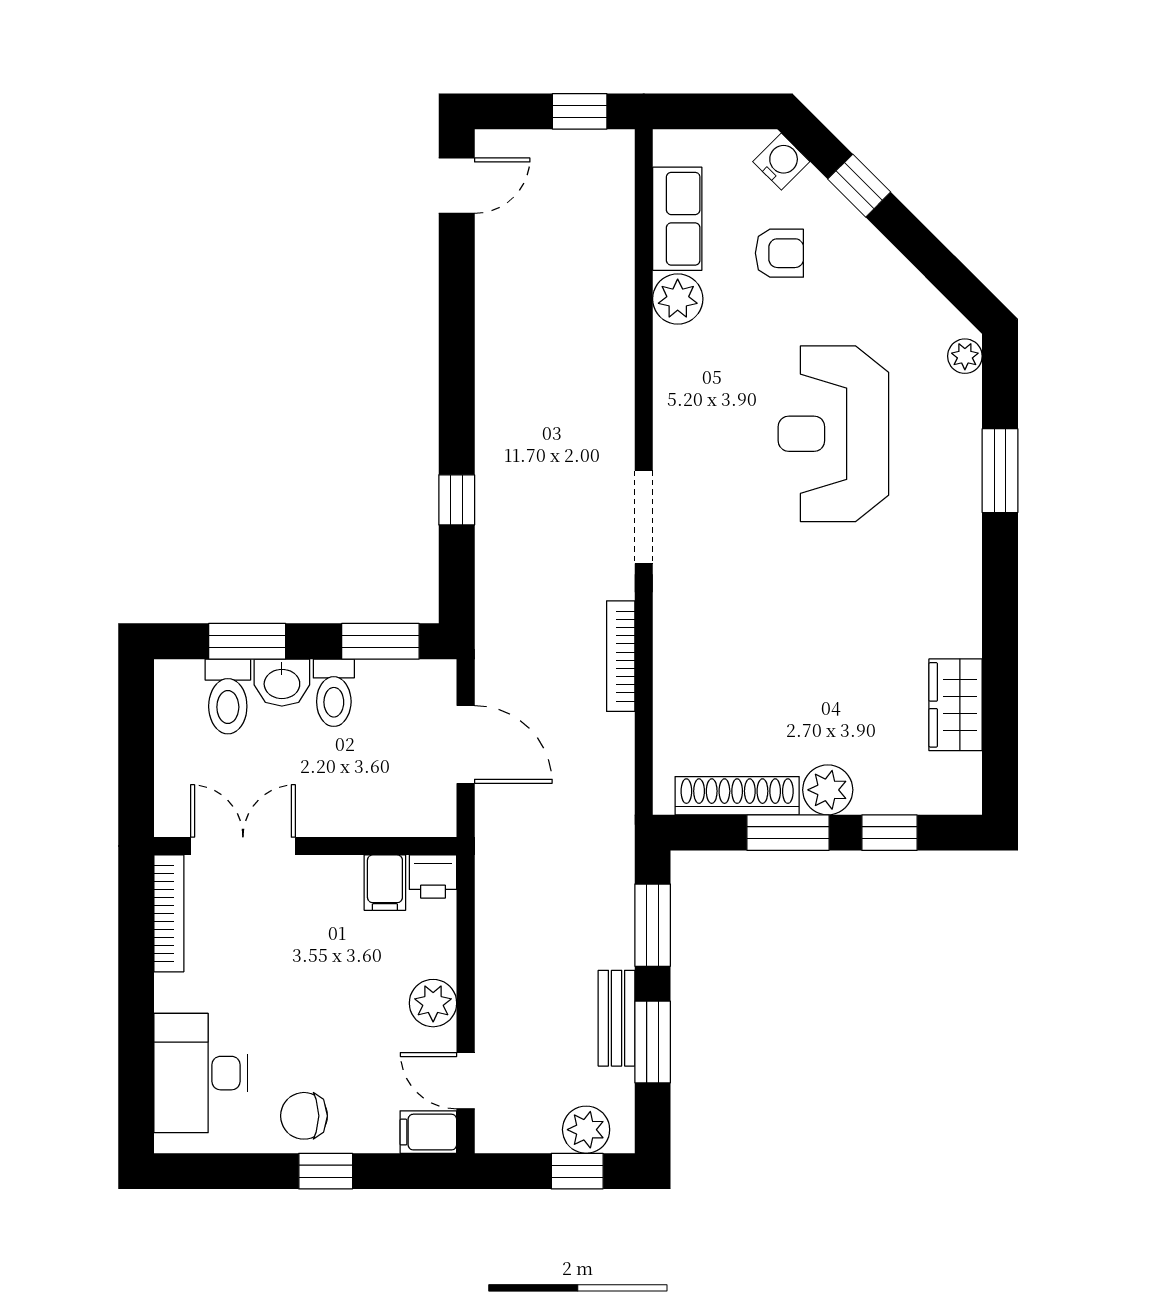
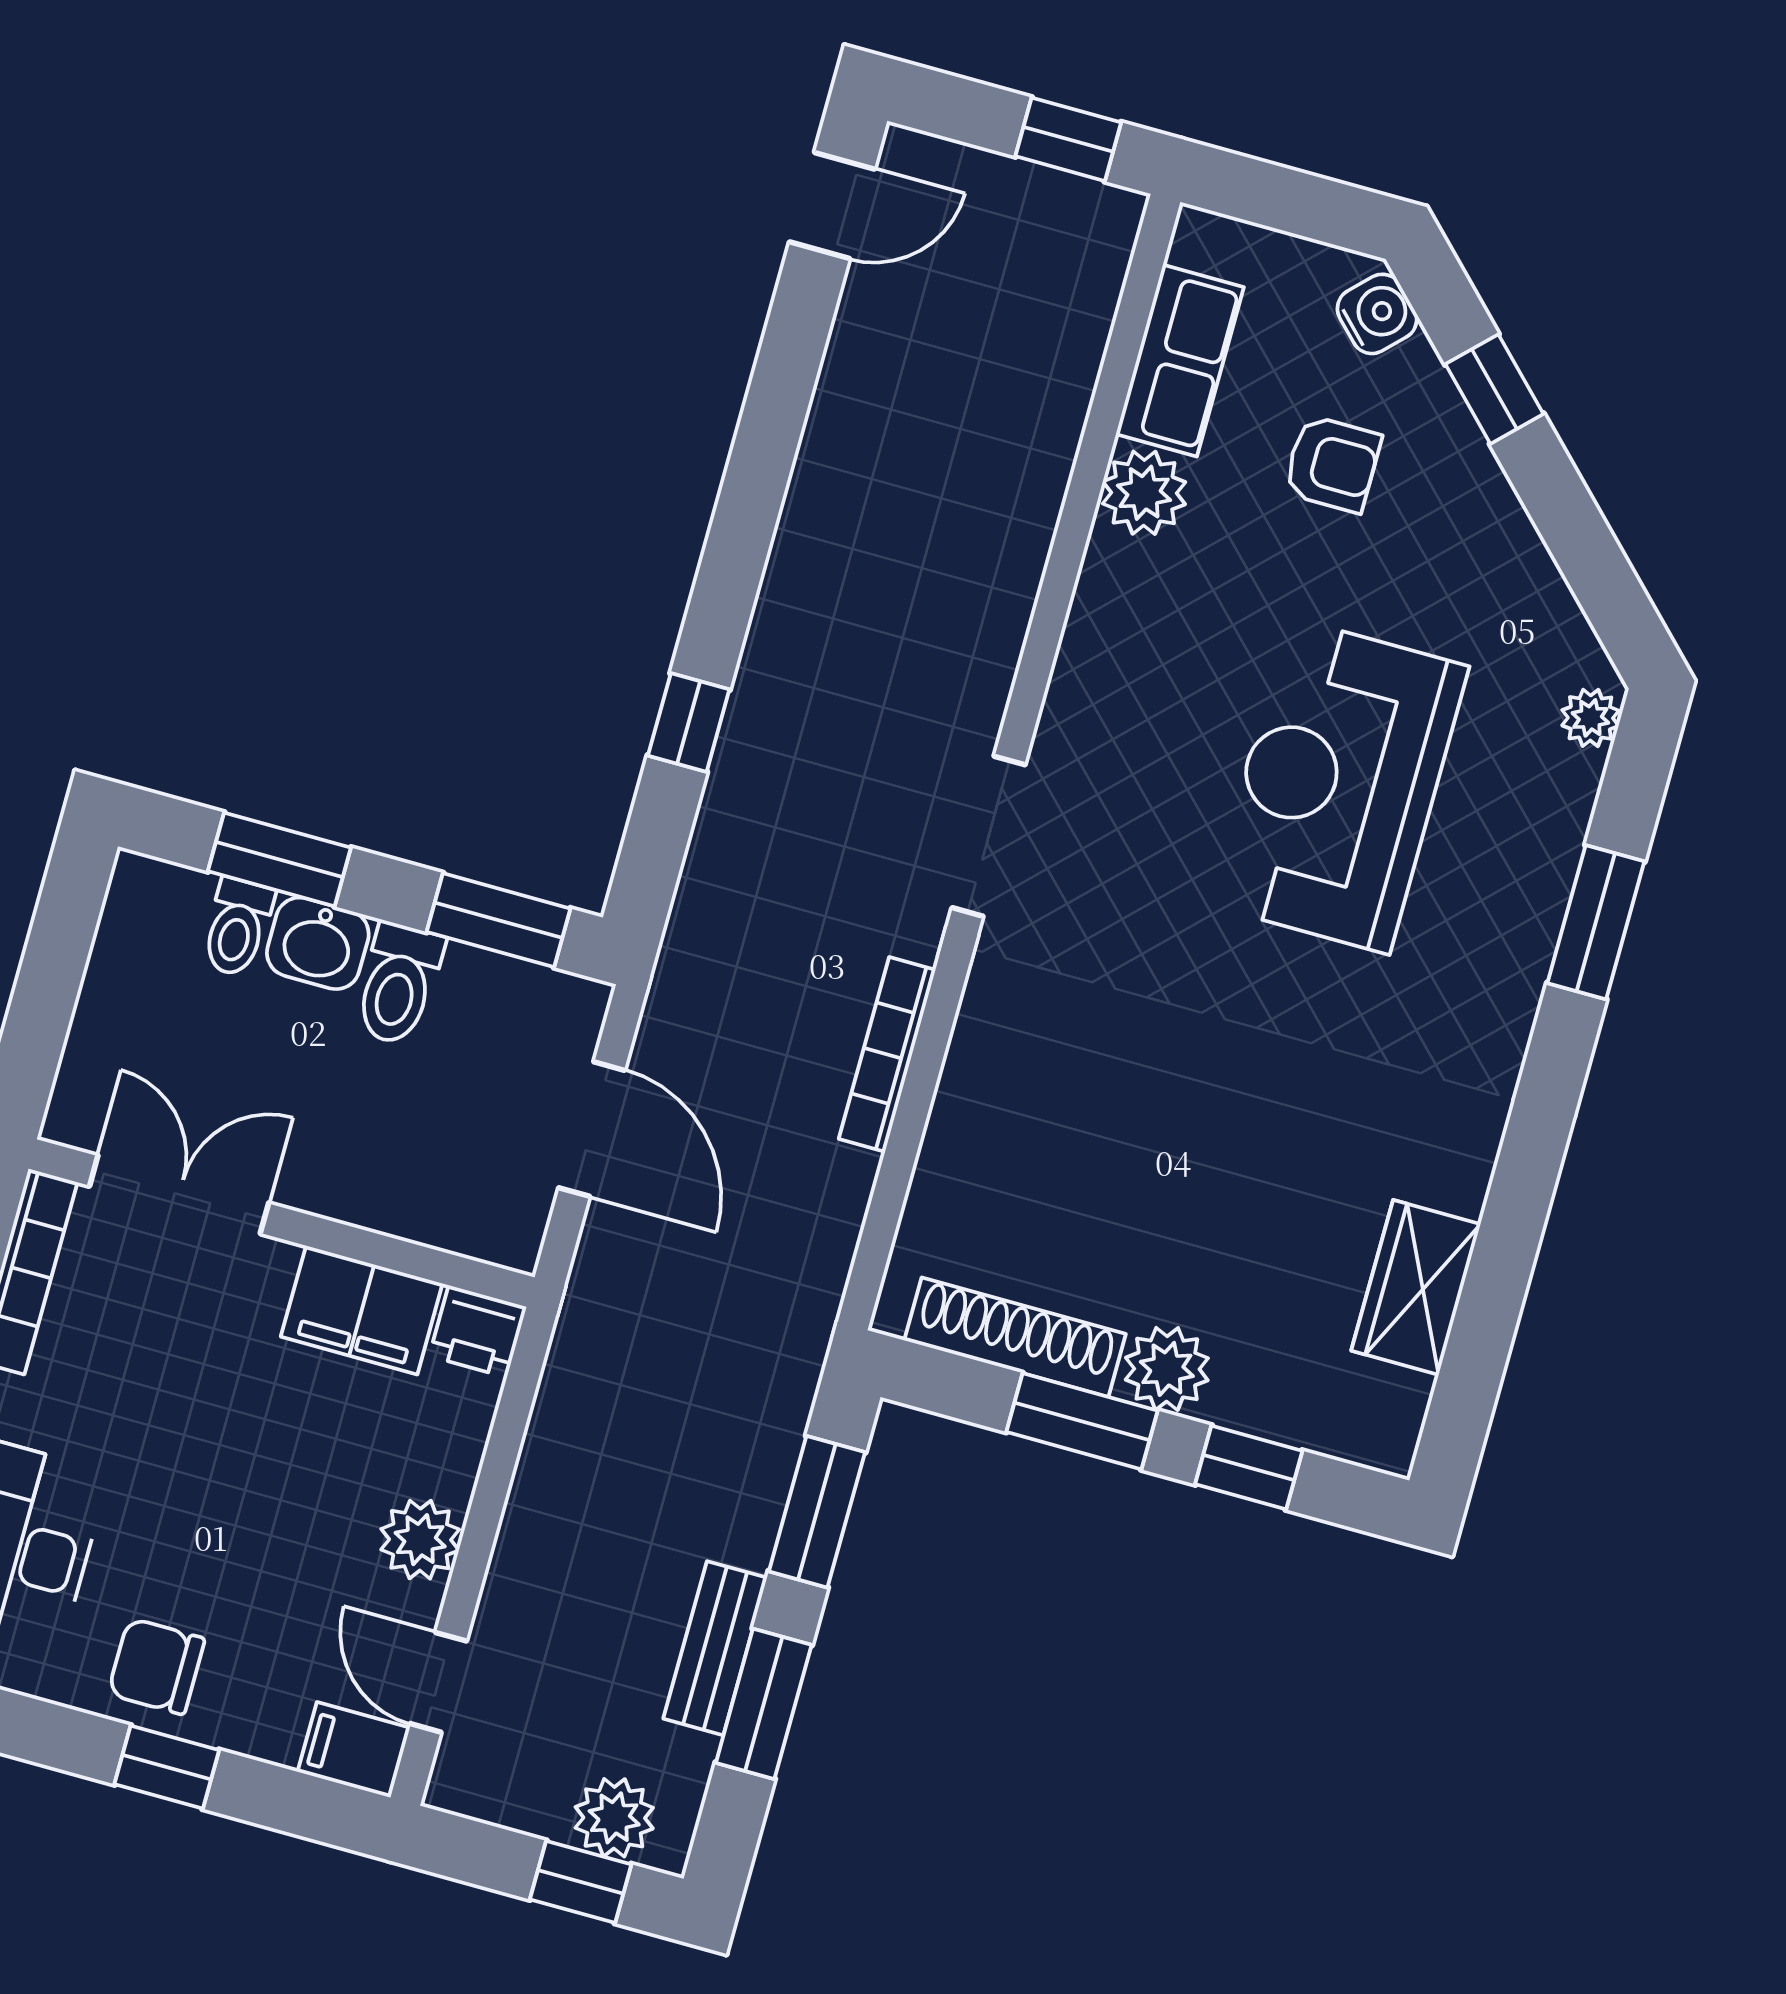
toilet: (228, 697) -> (237, 927), width x0.73, depth x0.72
filing cabinet: (385, 883) -> (362, 1310), width x2.00

